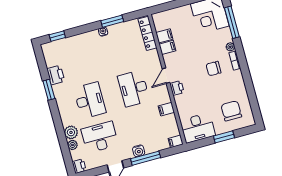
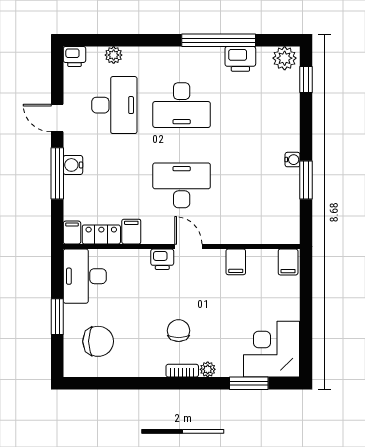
window: (232, 22) -> (249, 383), width x0.69
locker: (147, 33) -> (101, 234), moved, width x0.66
filing cabinet: (164, 36) -> (288, 262), moved
window: (49, 90) -> (219, 40), width x2.11
plant: (71, 132) -> (285, 58), moved

